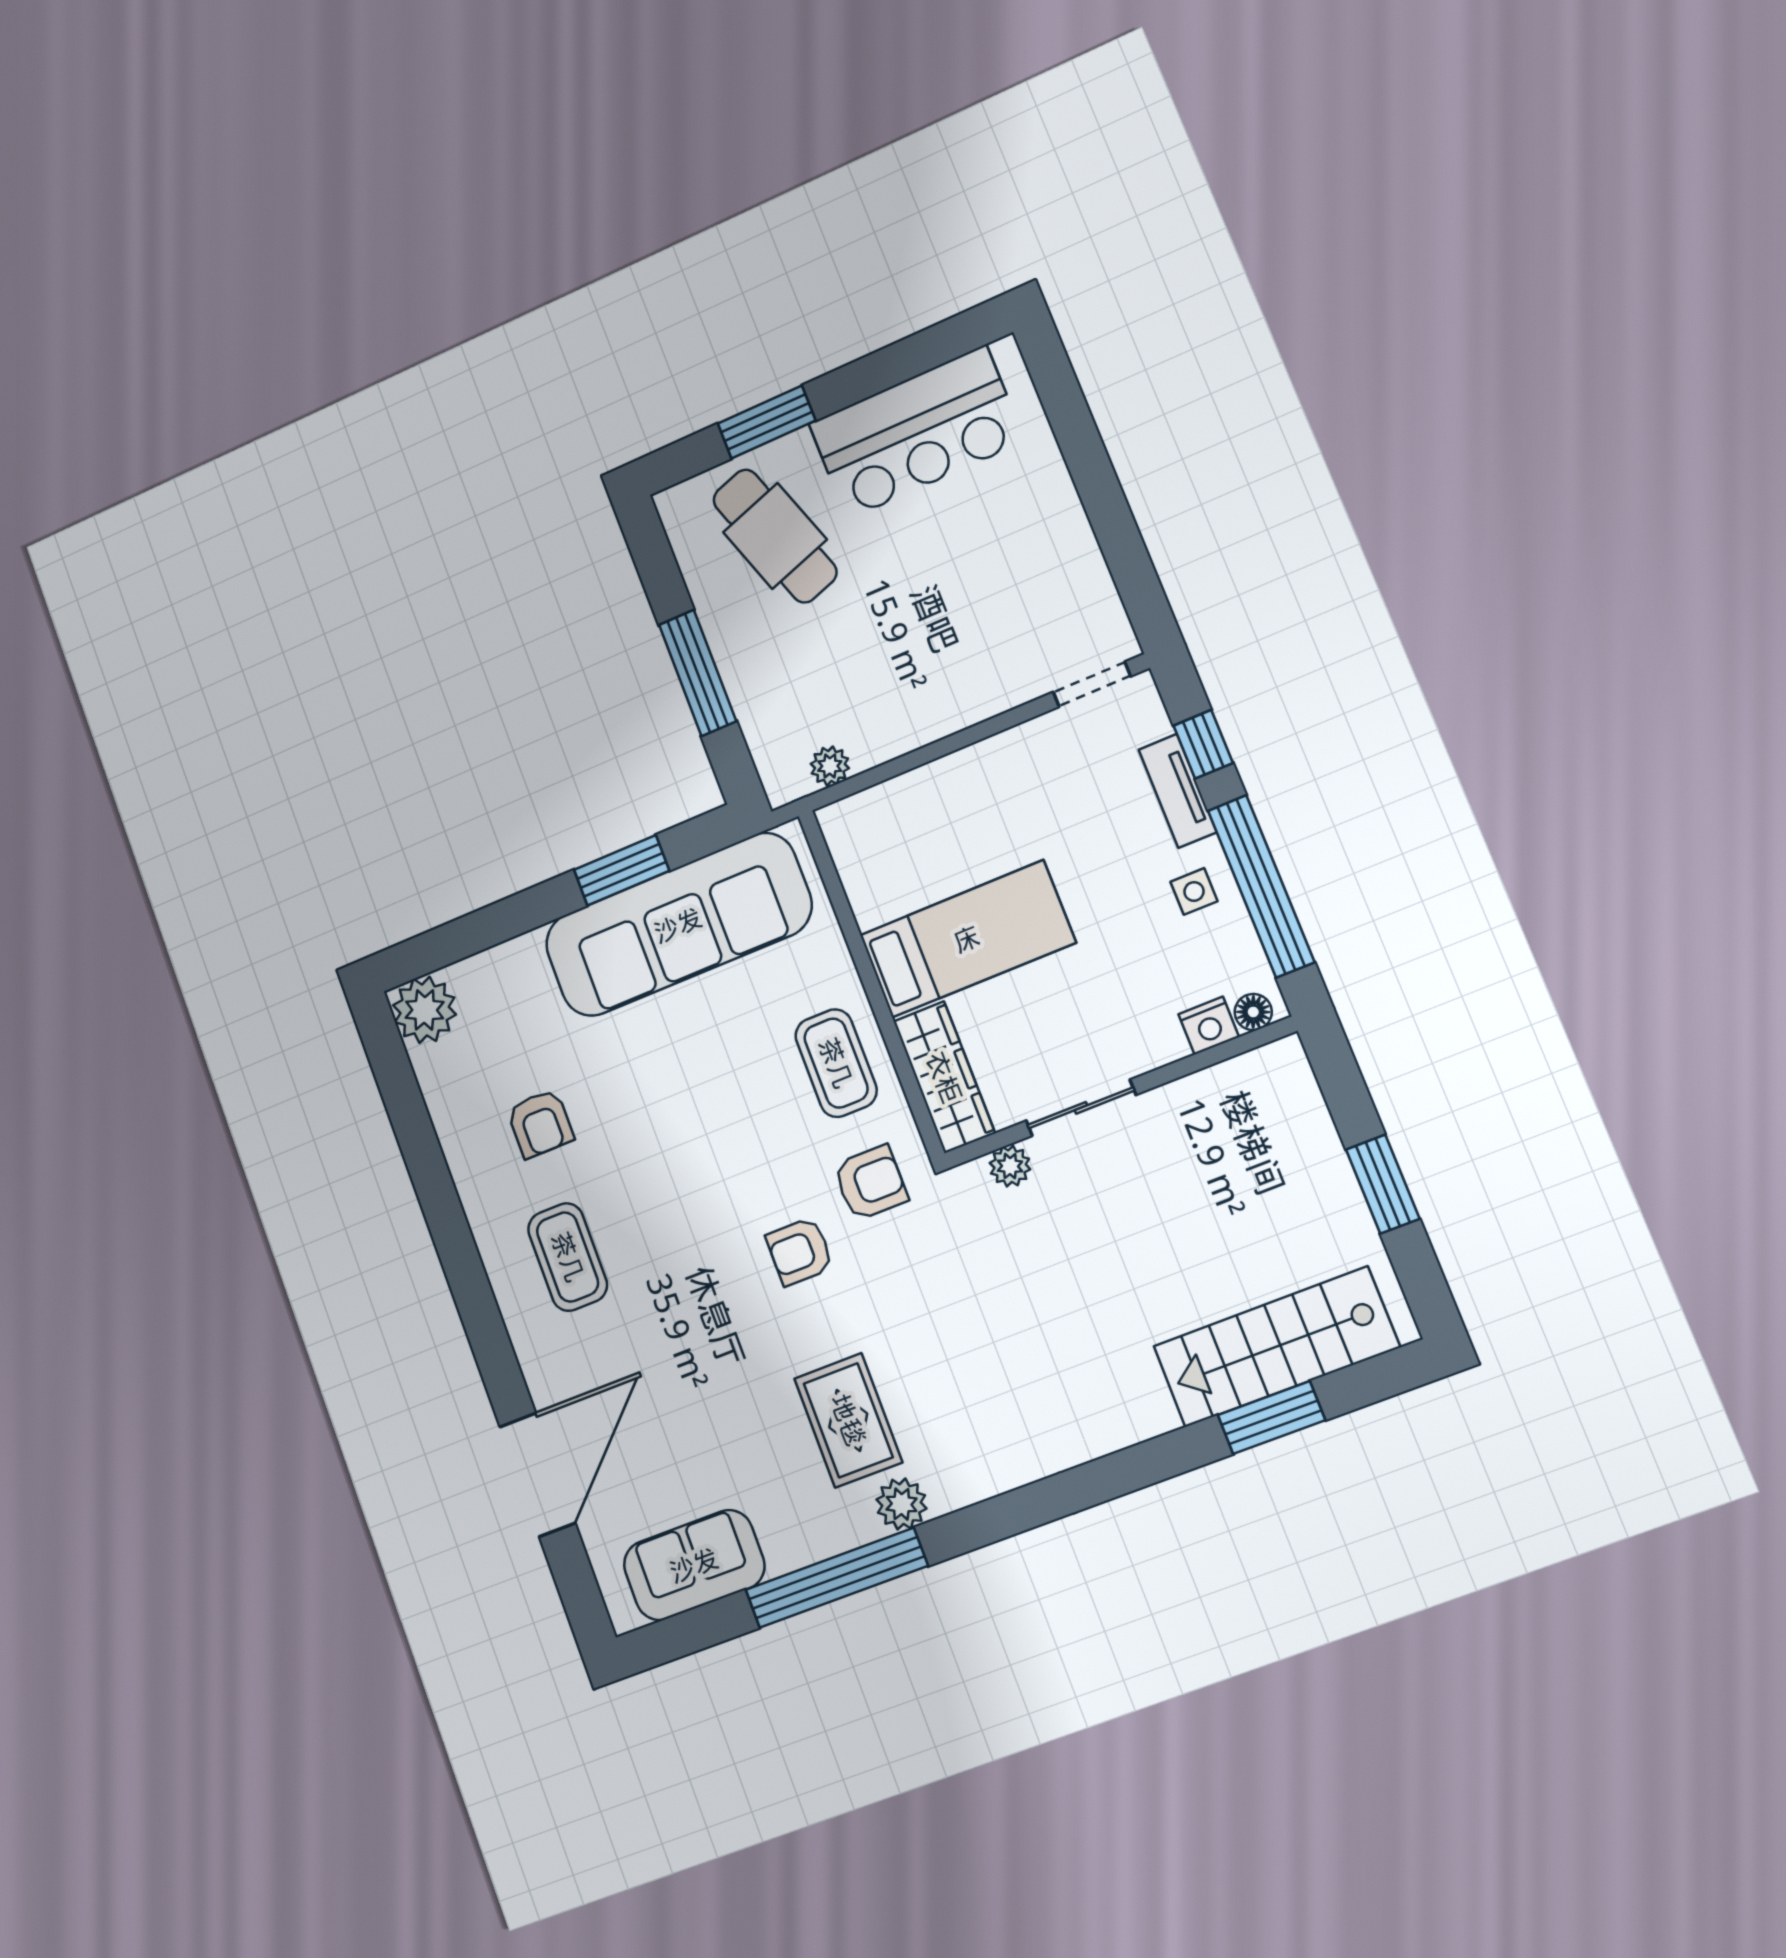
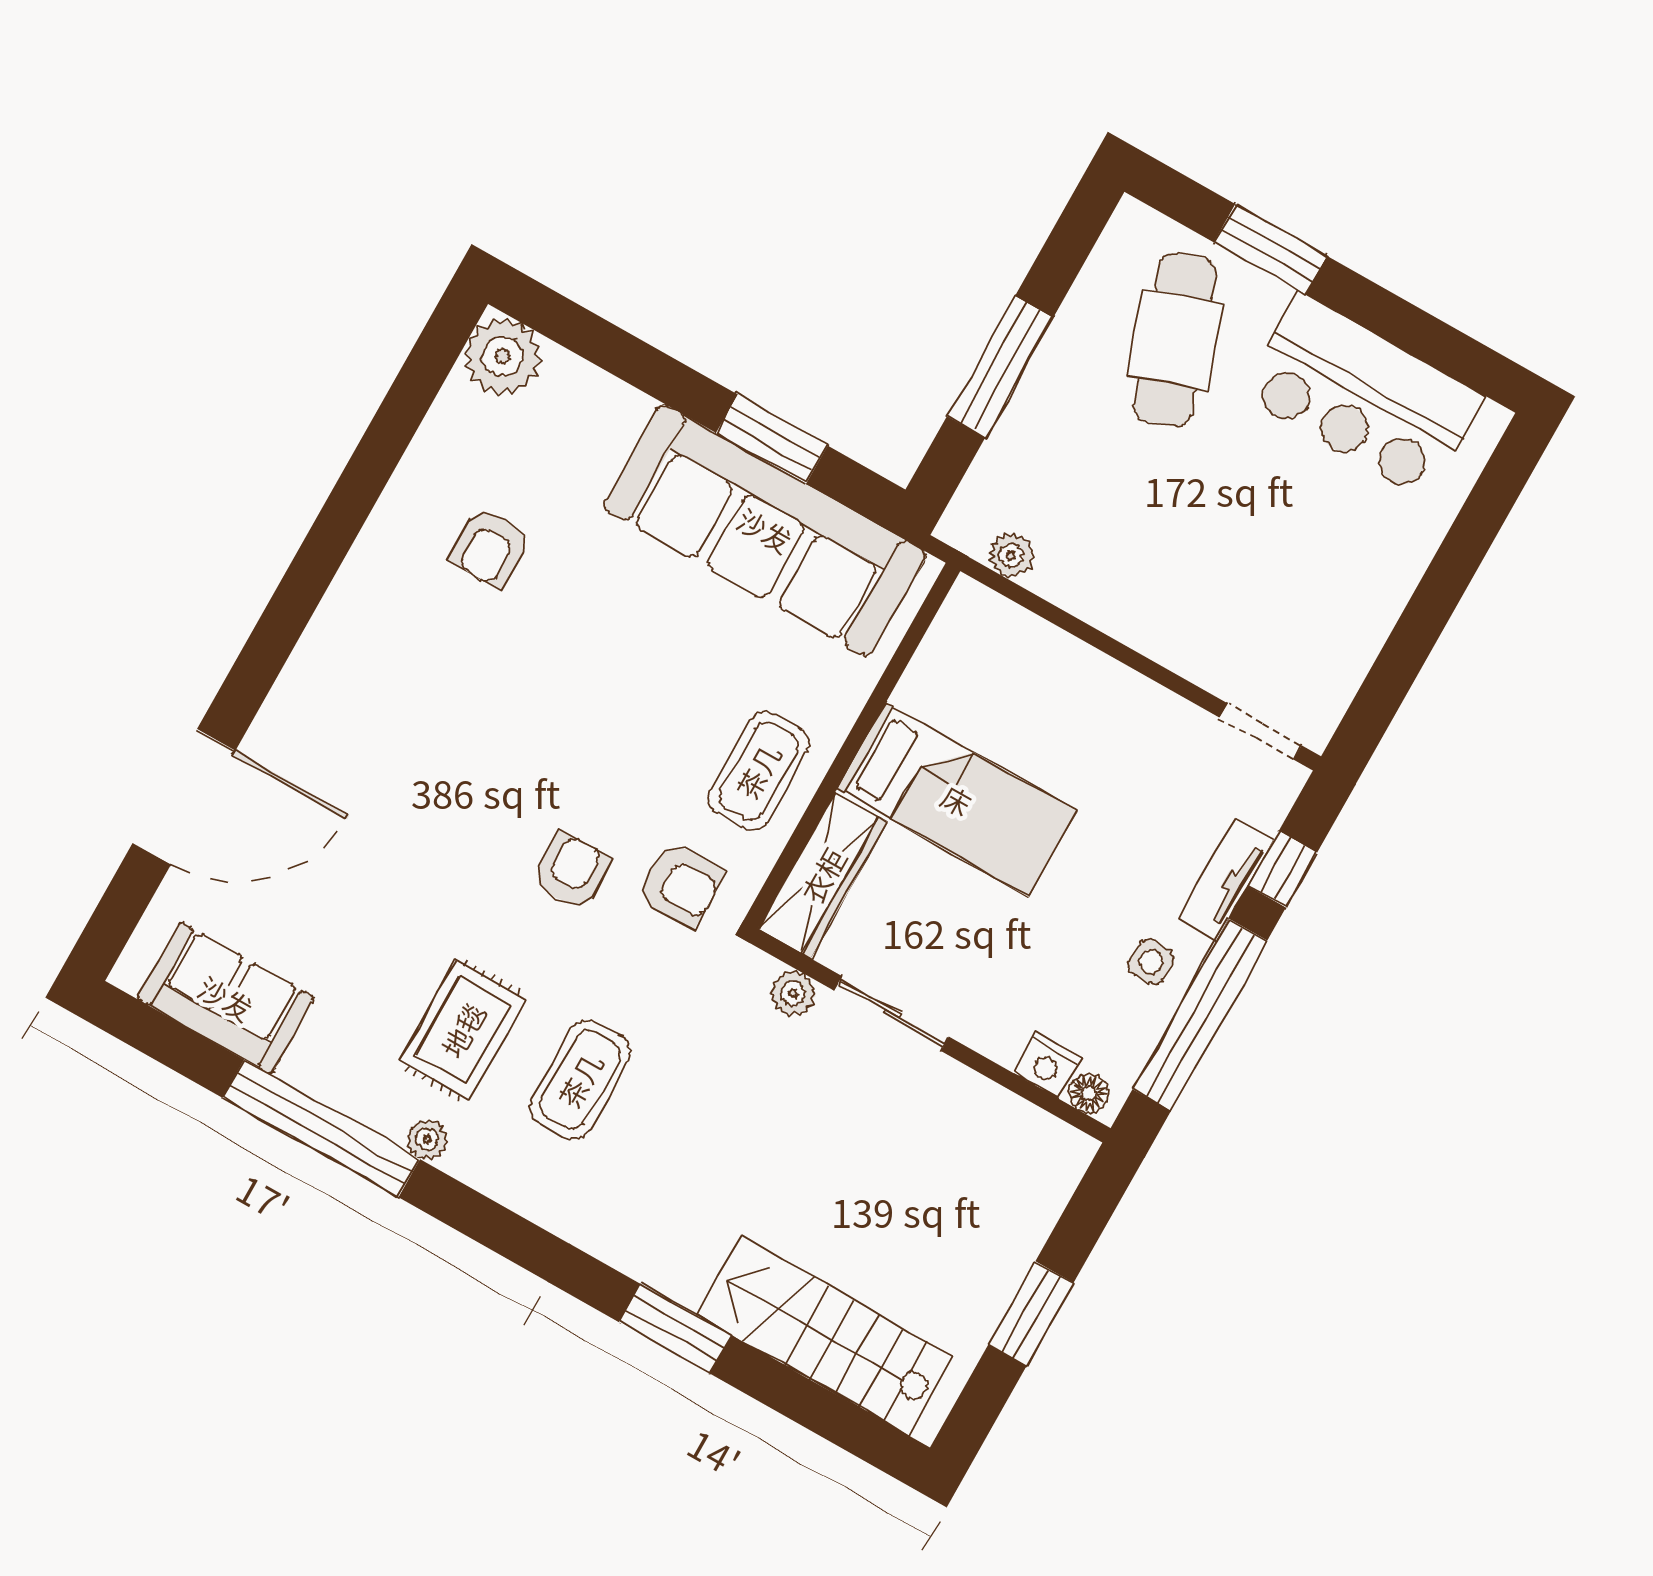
armchair: (800, 1251) -> (571, 871), turned 90
coffee table: (568, 1257) -> (580, 1080), moved
window: (1271, 1418) -> (675, 1329), moved
plant: (902, 1504) -> (427, 1140), width x0.73, depth x0.73

